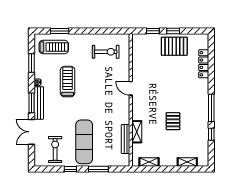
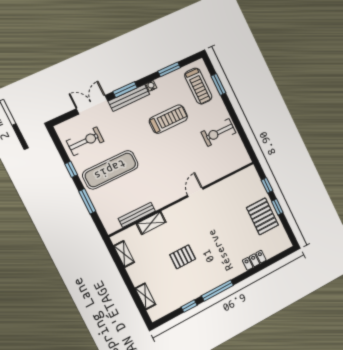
exercise bike: (106, 52) -> (218, 132), moved, turned 90
locker: (204, 64) -> (254, 260), width x0.66

